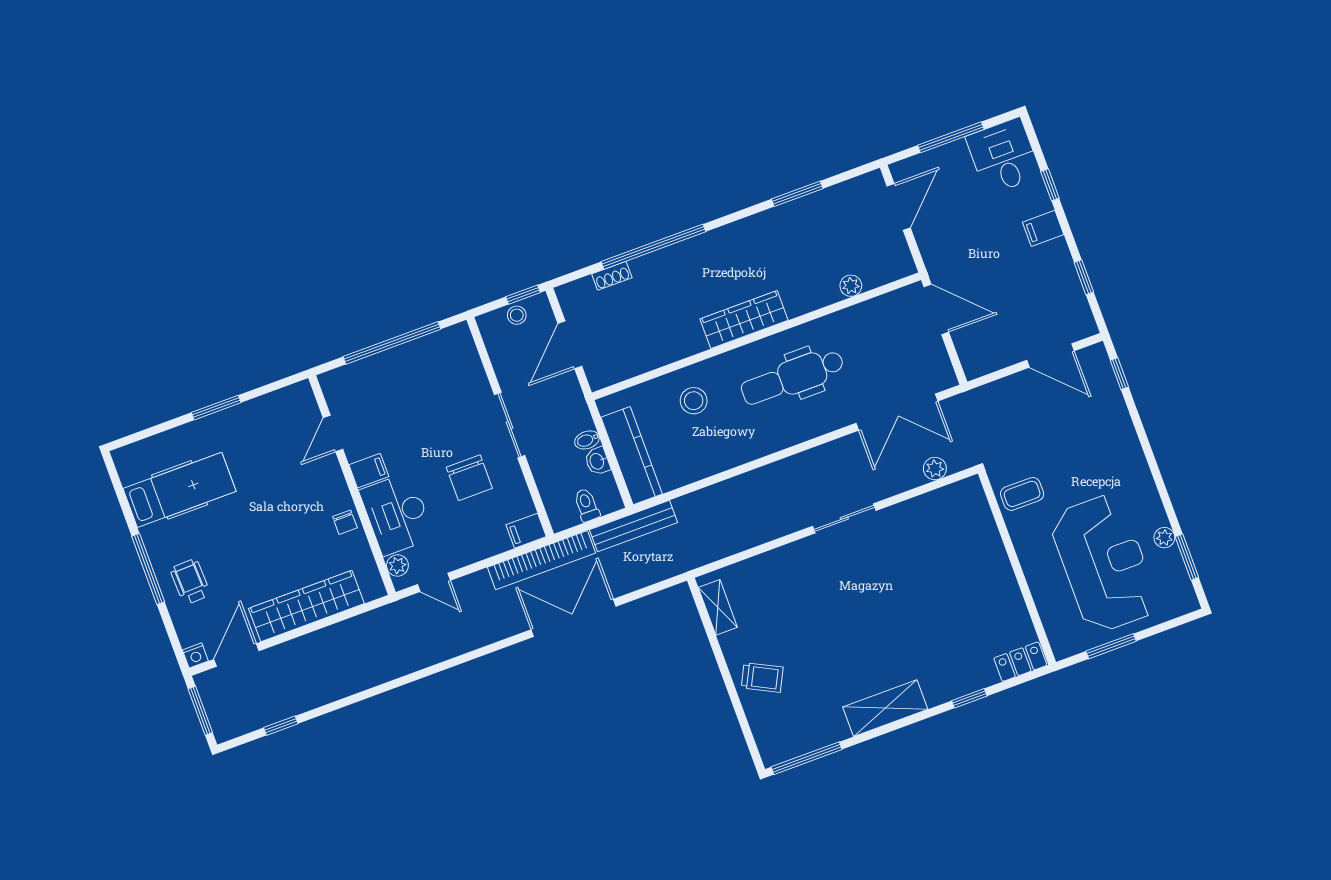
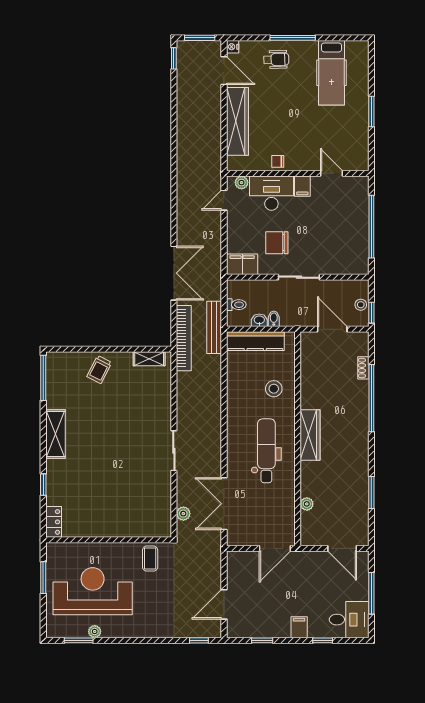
filing cabinet: (526, 531) -> (242, 264), width x2.00
bookcase: (542, 560) -> (184, 338), moved, turned 180
reception desk: (1104, 563) -> (93, 591), turned 180
window: (281, 726) -> (174, 58), moved

